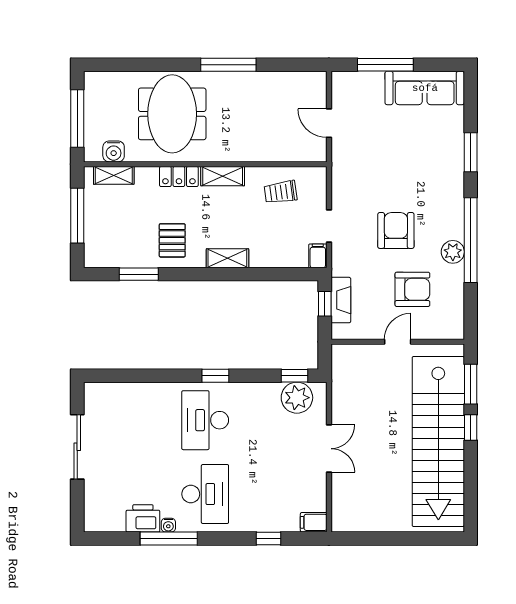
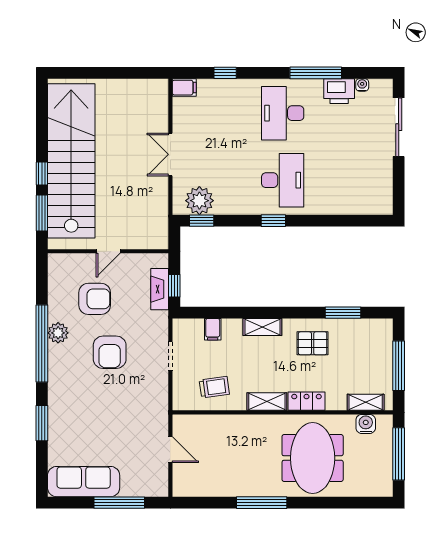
pallet: (172, 240) -> (313, 343), turned 90
filing cabinet: (318, 256) -> (213, 329), moved
armchair: (412, 289) -> (95, 299), turned 180
sliding door: (77, 447) -> (399, 127), moved
water cooler: (168, 525) -> (362, 85), moved

